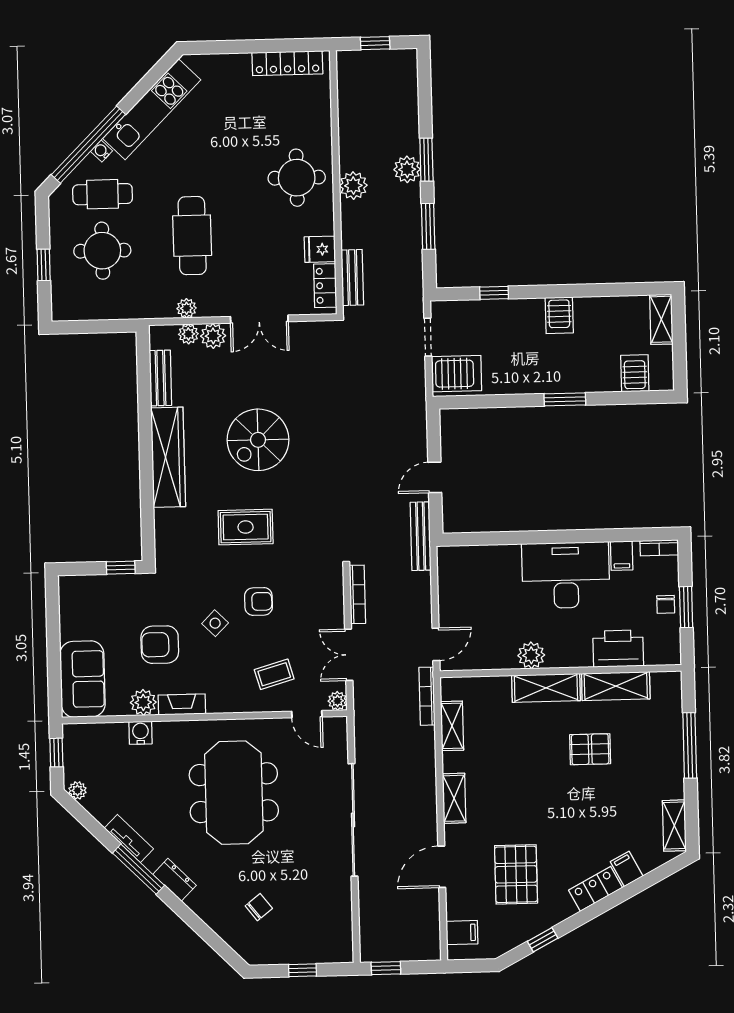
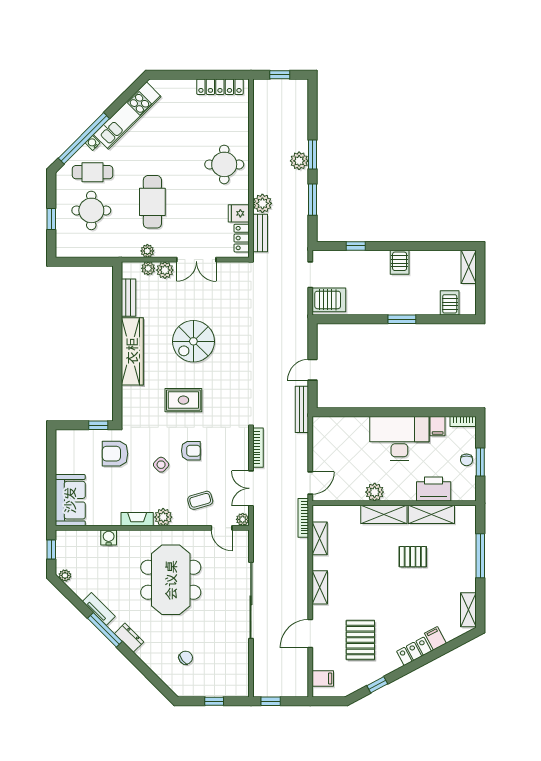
plant: (353, 186) -> (262, 203), moved
armchair: (160, 645) -> (115, 454), moved
plant: (143, 702) -> (163, 517), moved

